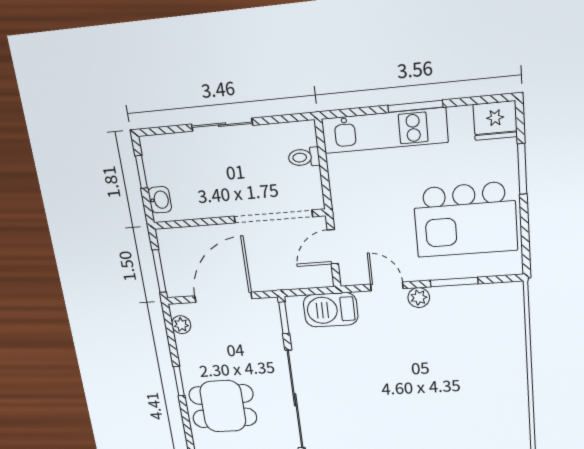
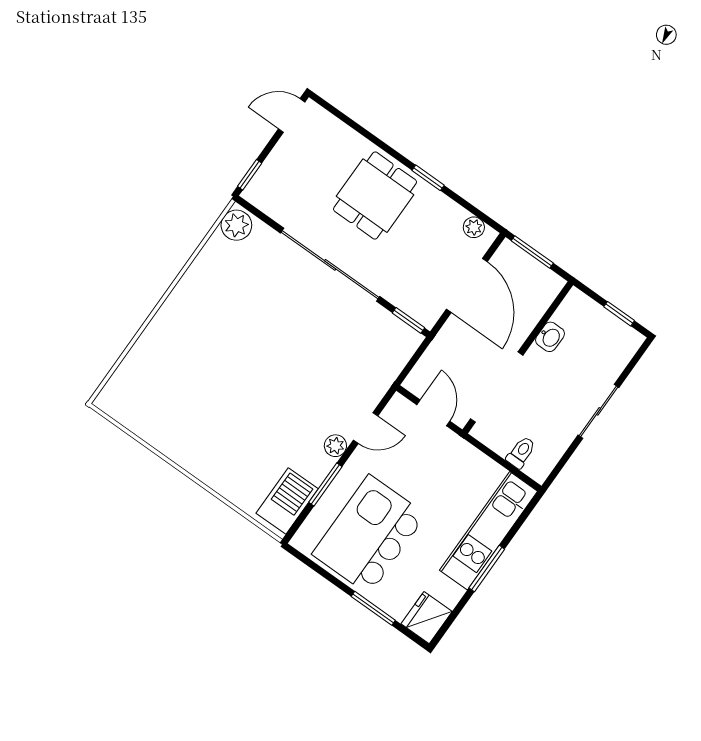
washbasin: (160, 200) -> (550, 337), moved, turned -90
barbecue: (331, 310) -> (287, 501), moved

